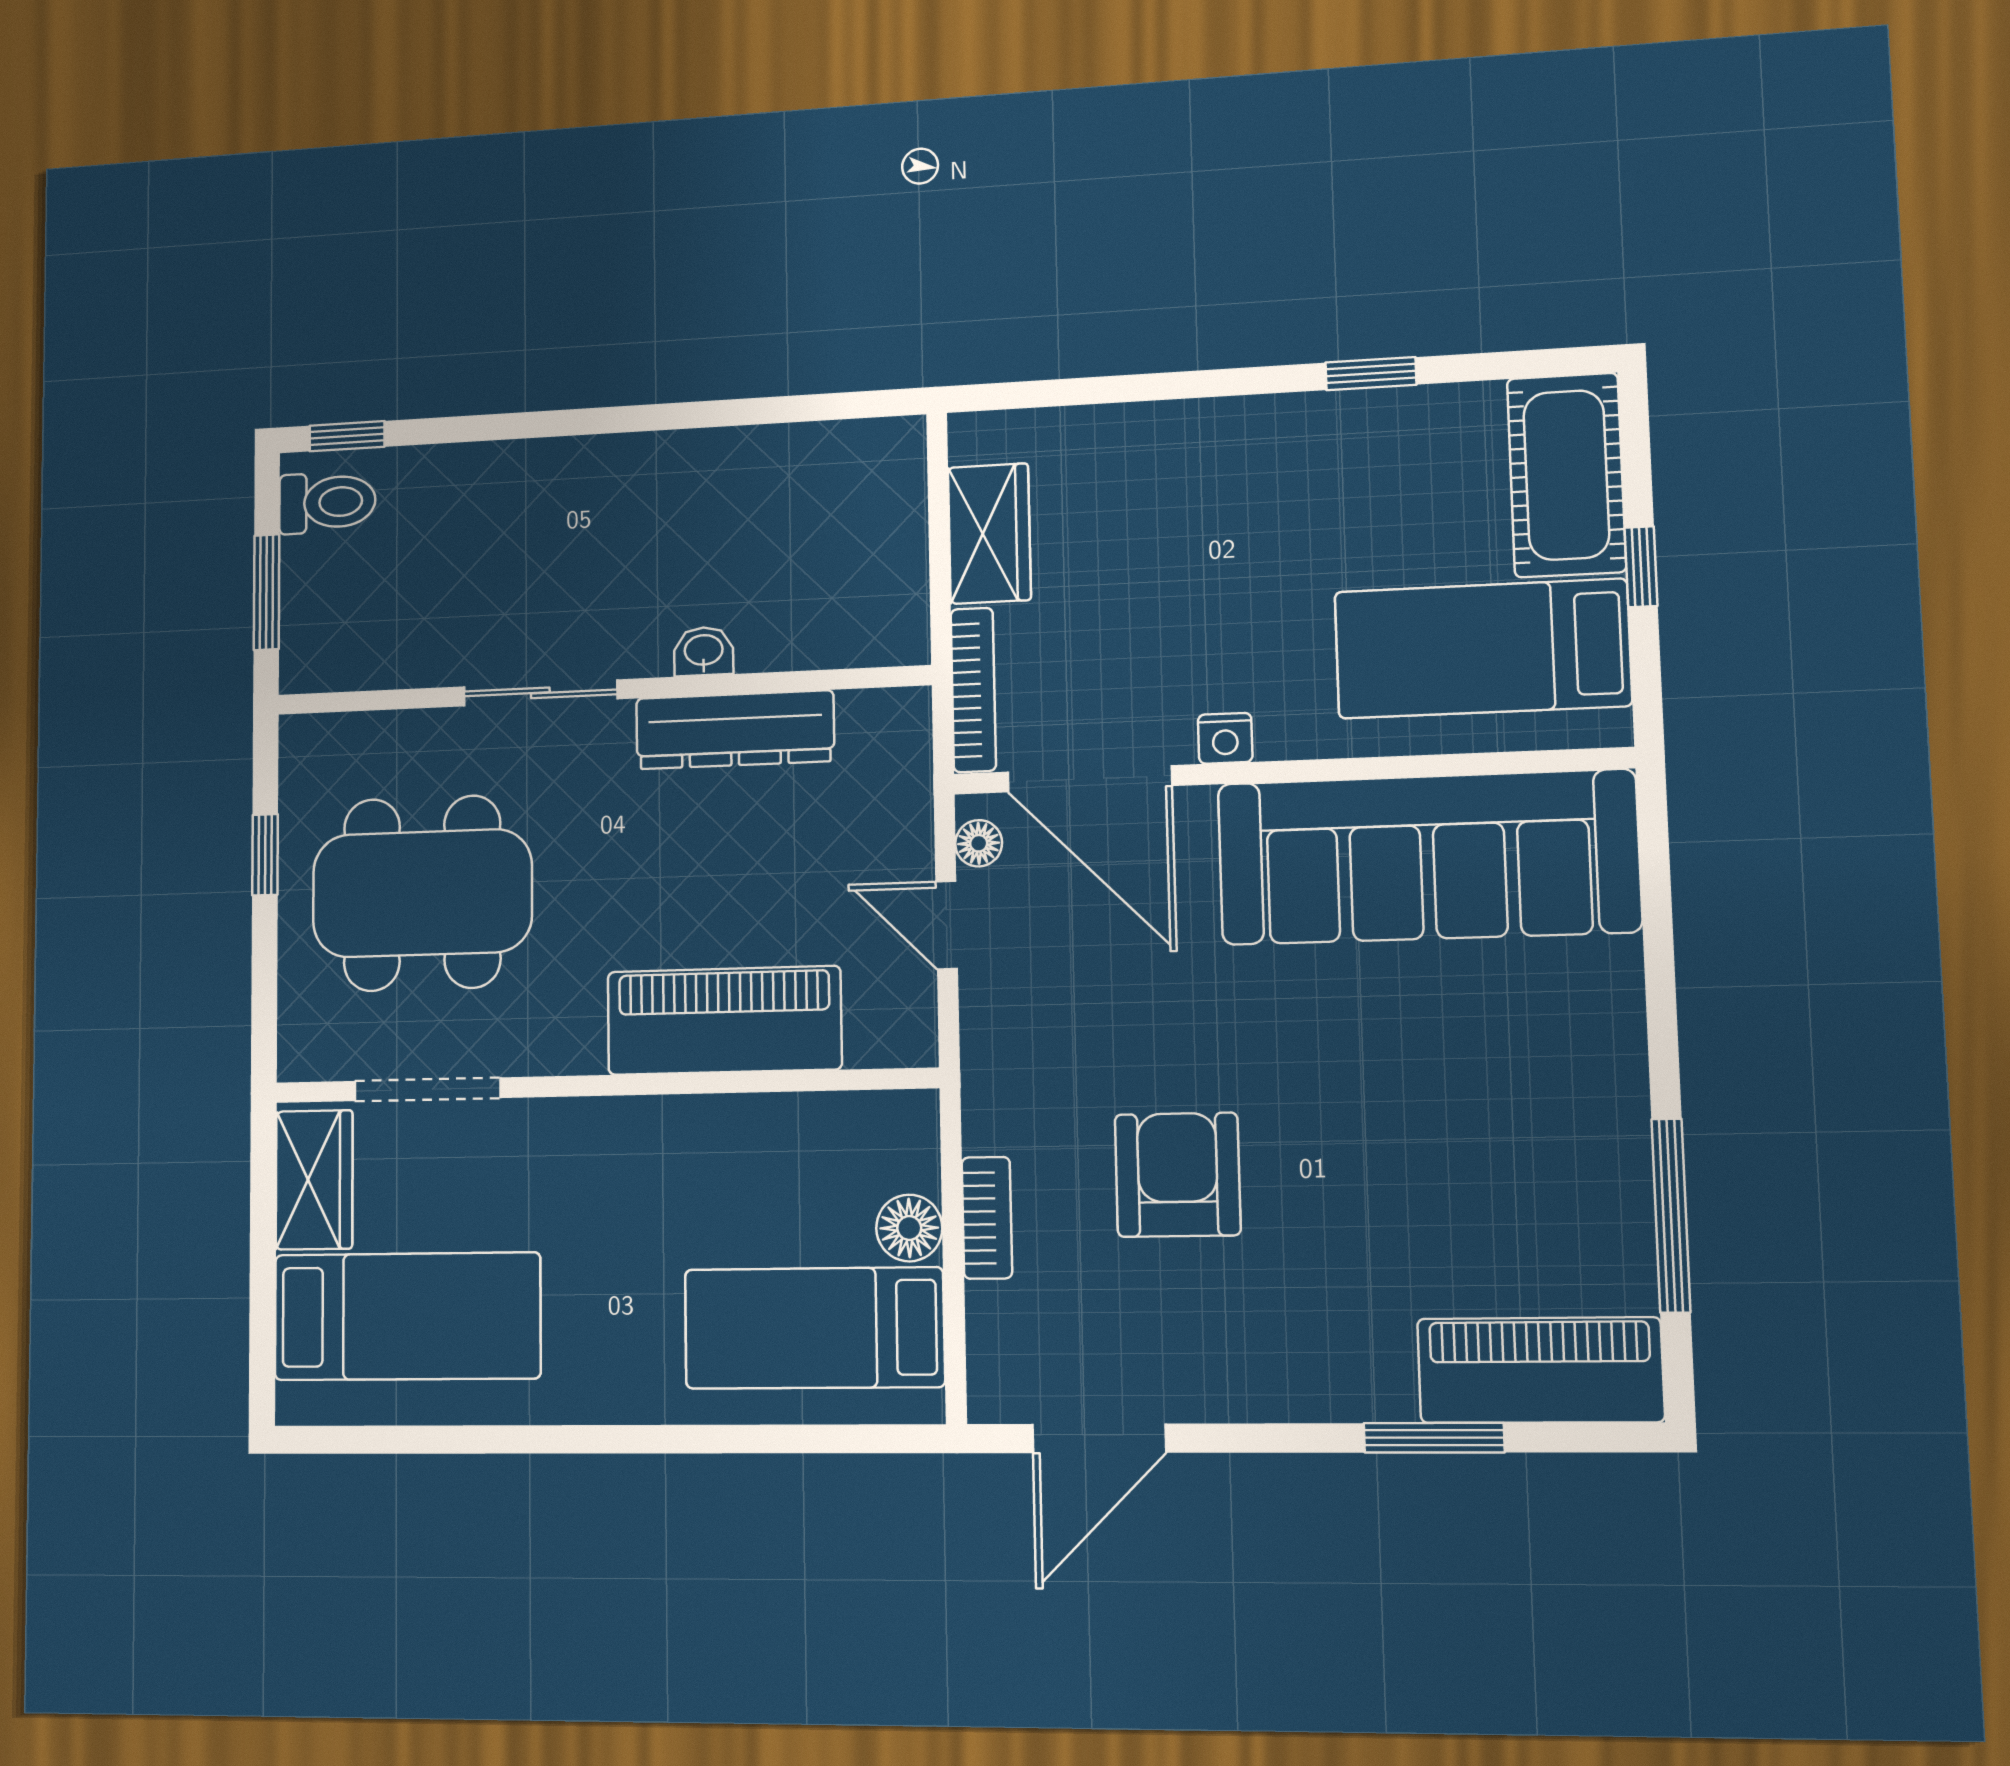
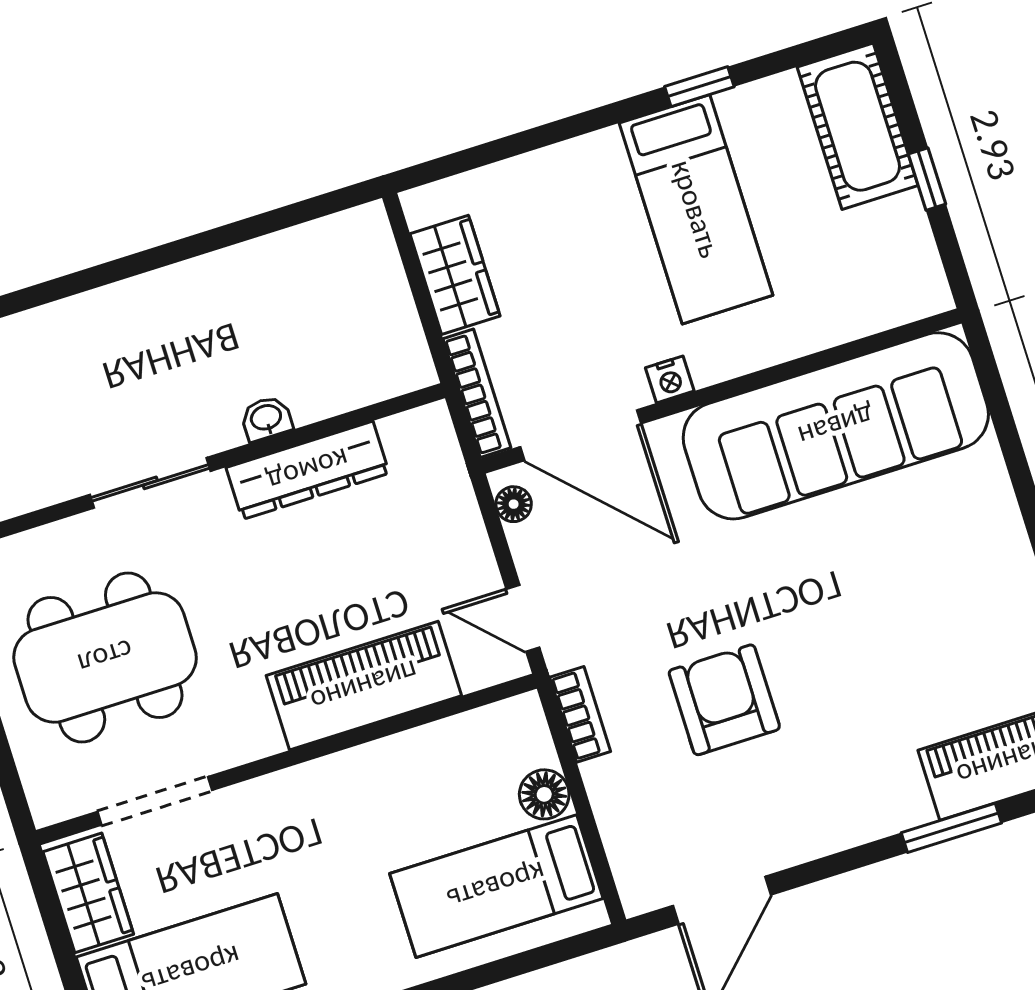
bed: (1482, 649) -> (696, 209), moved, turned -90
door: (947, 925) -> (523, 618), moved
bookcase: (987, 1218) -> (580, 714), moved

